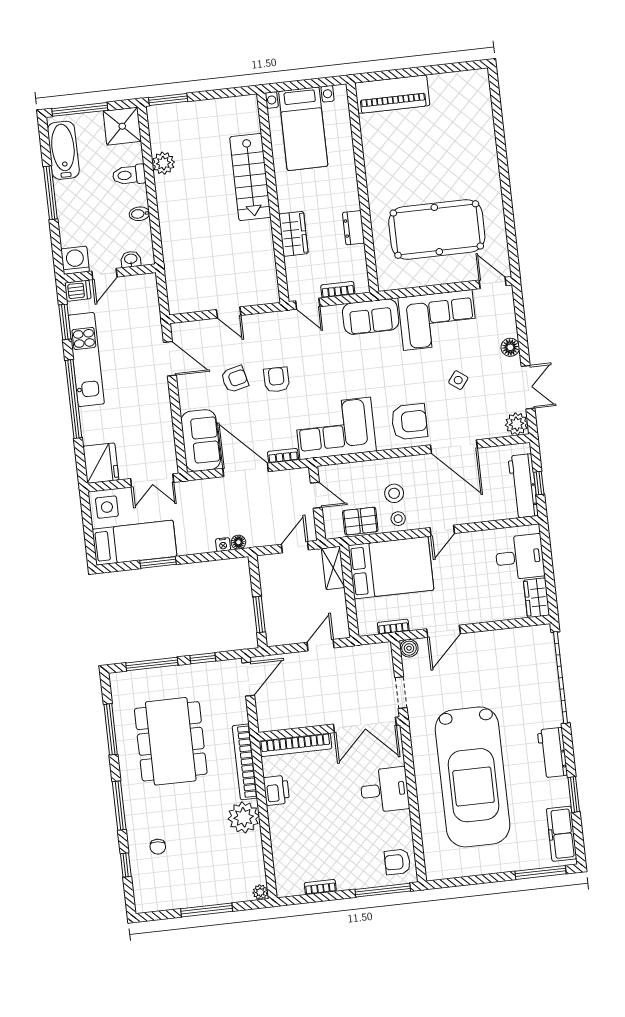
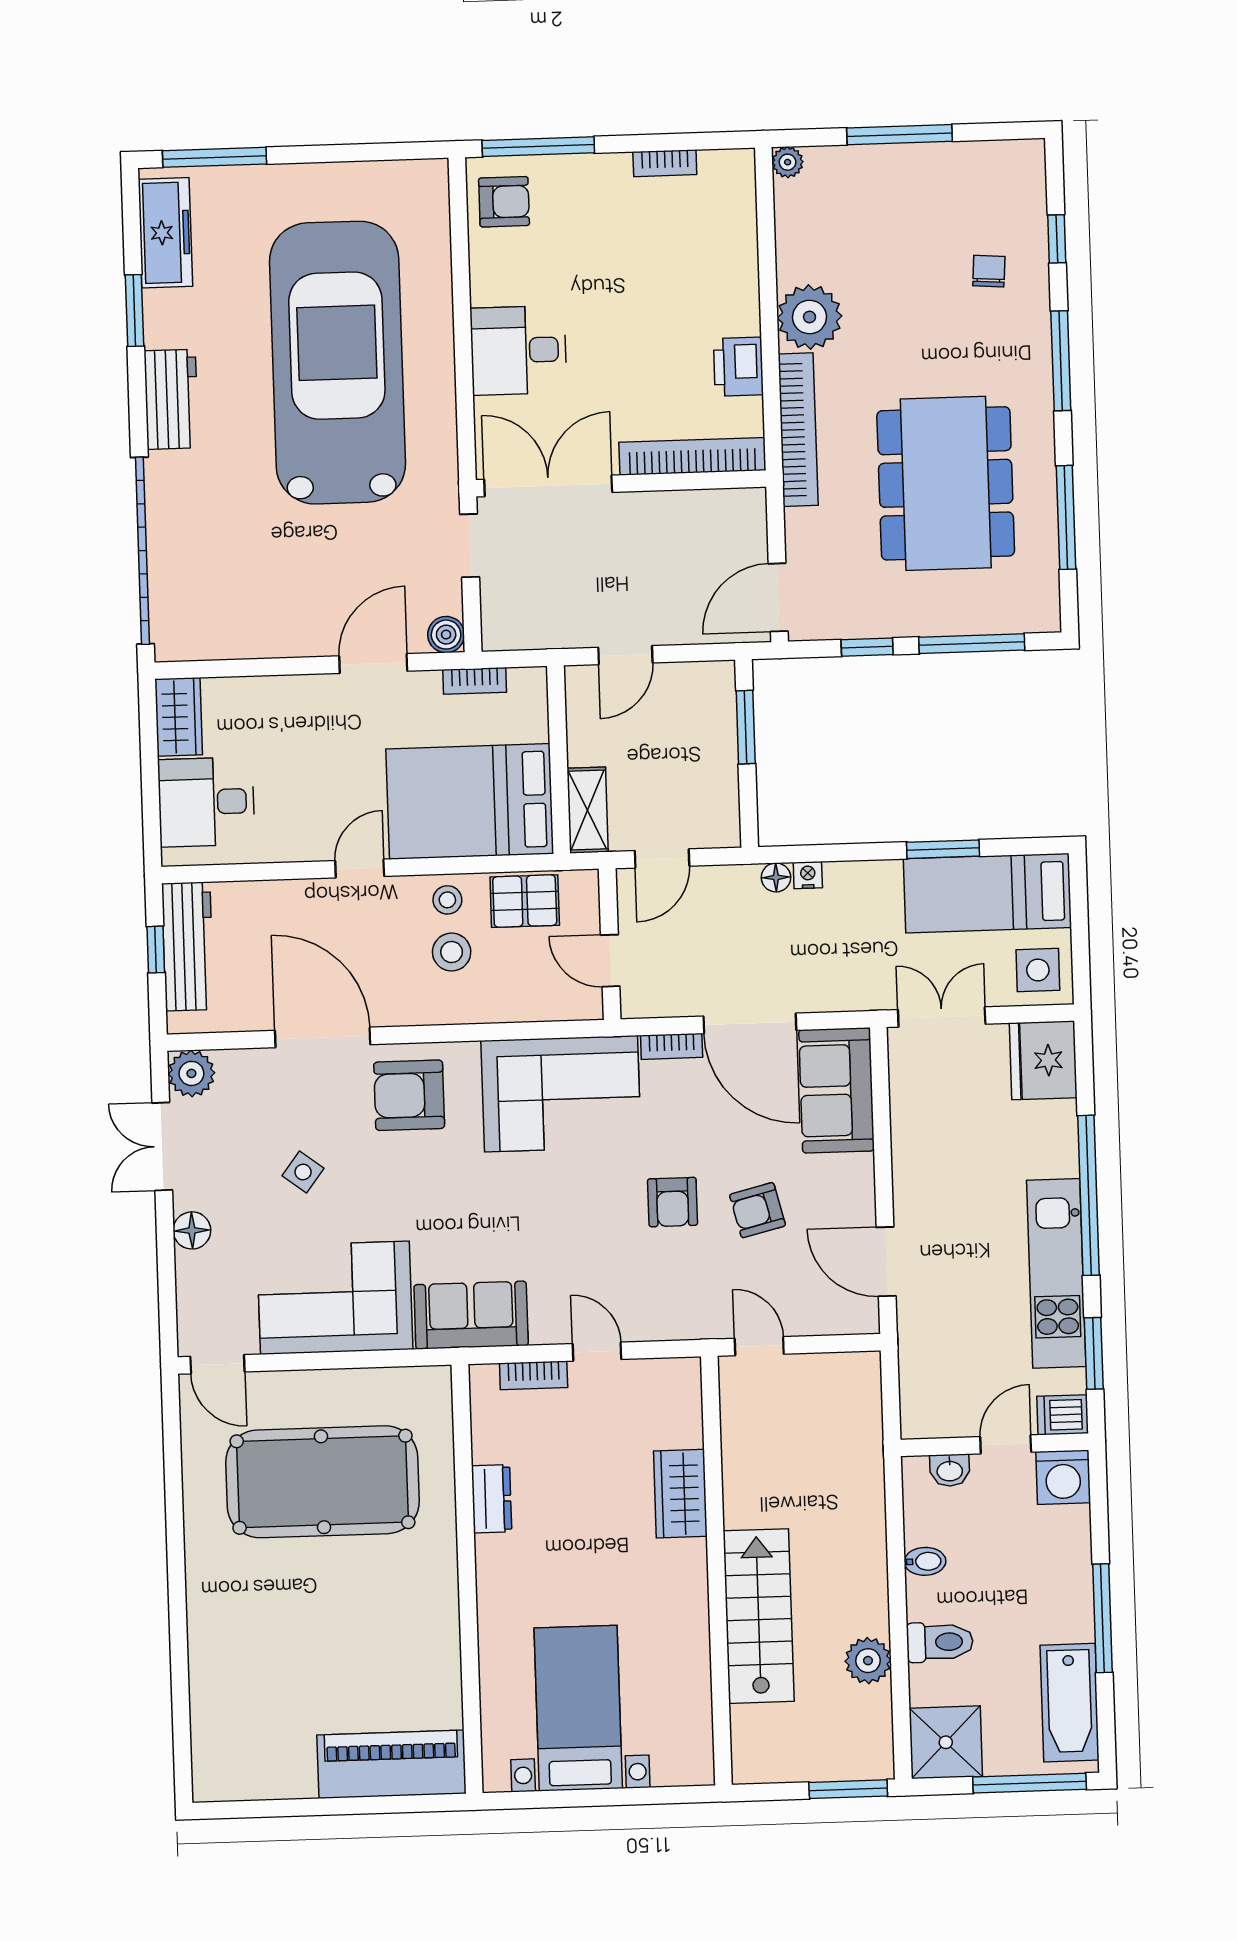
stairs: (250, 177) -> (759, 1616), moved
wall: (273, 198) -> (716, 1571), moved
wardrobe: (293, 234) -> (680, 1494), moved

